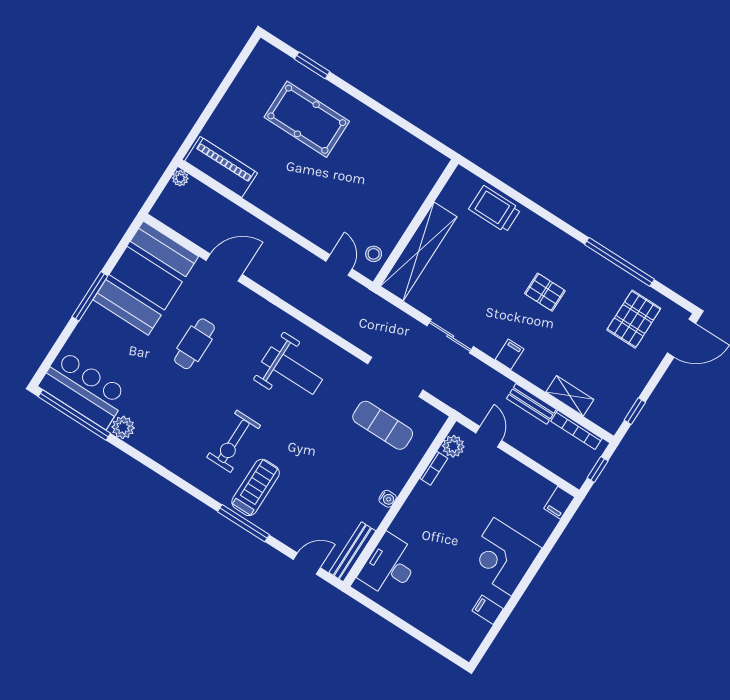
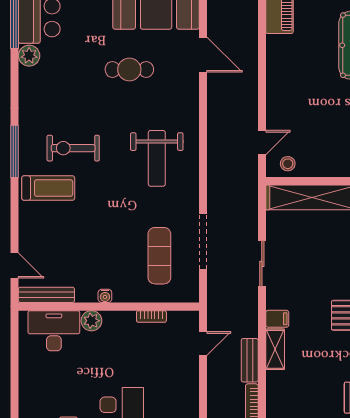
shelving: (570, 396) -> (275, 349), moved
plant: (453, 446) -> (91, 321), moved
window: (243, 523) -> (15, 151), moved

